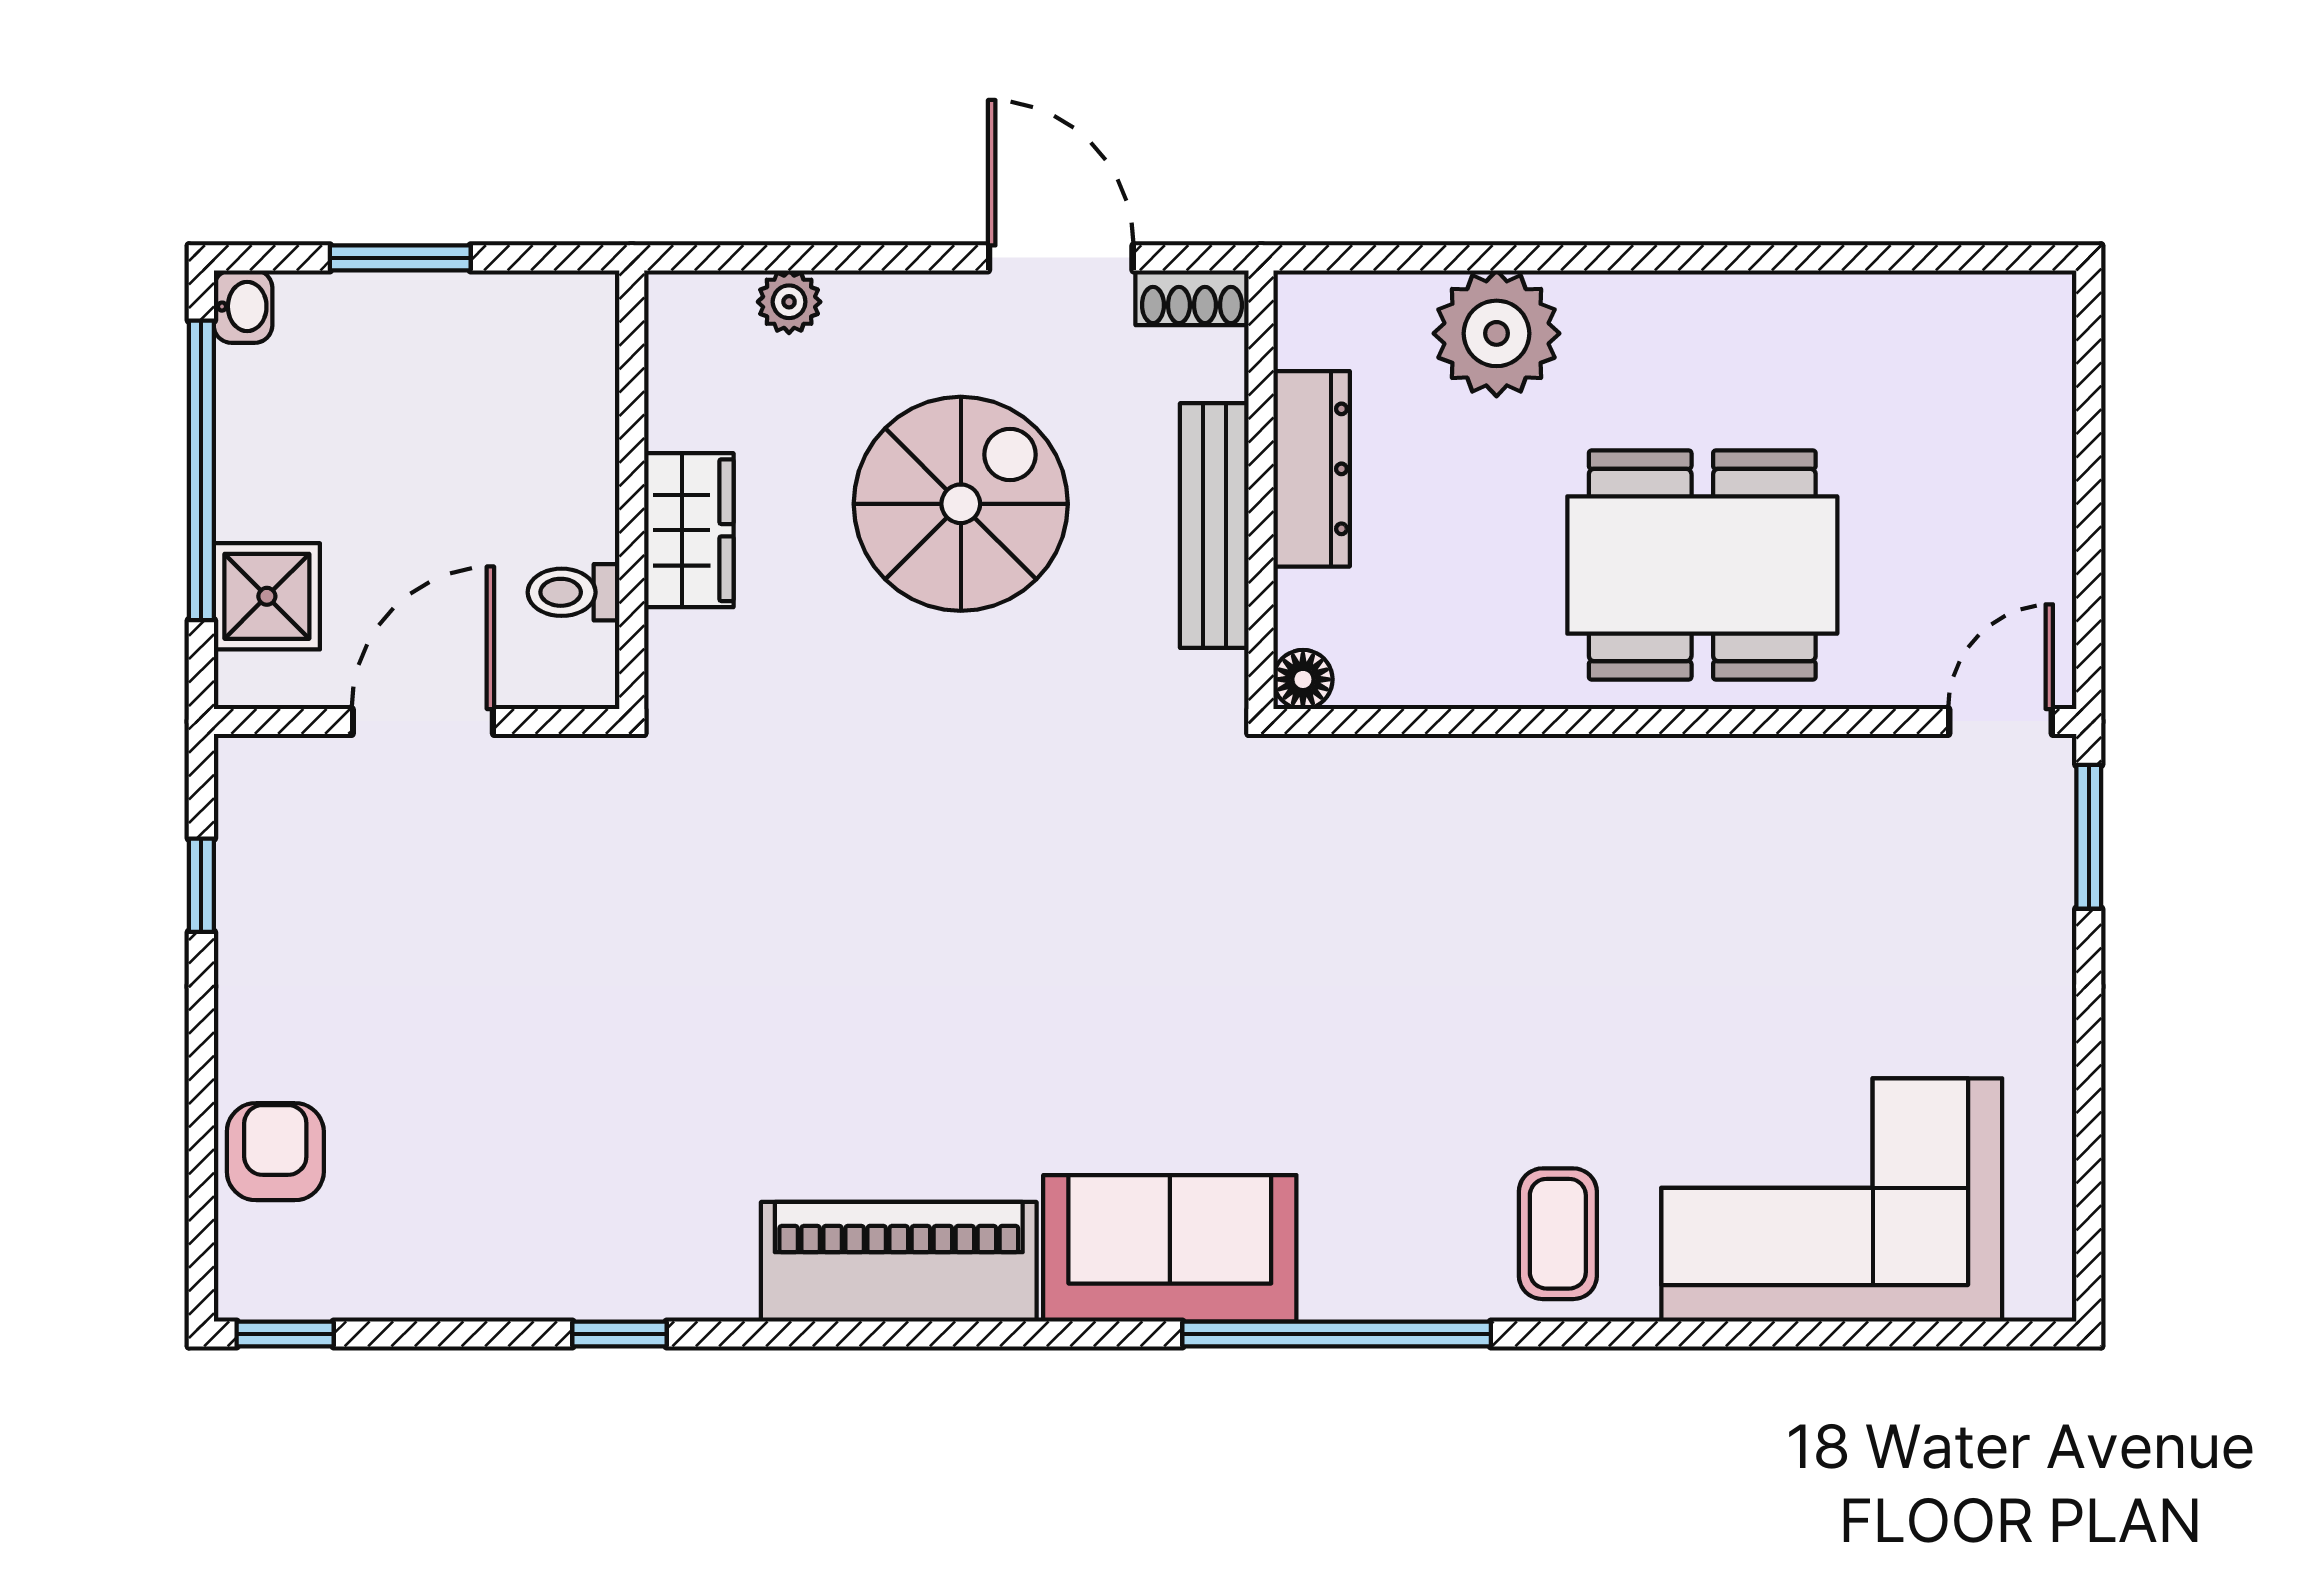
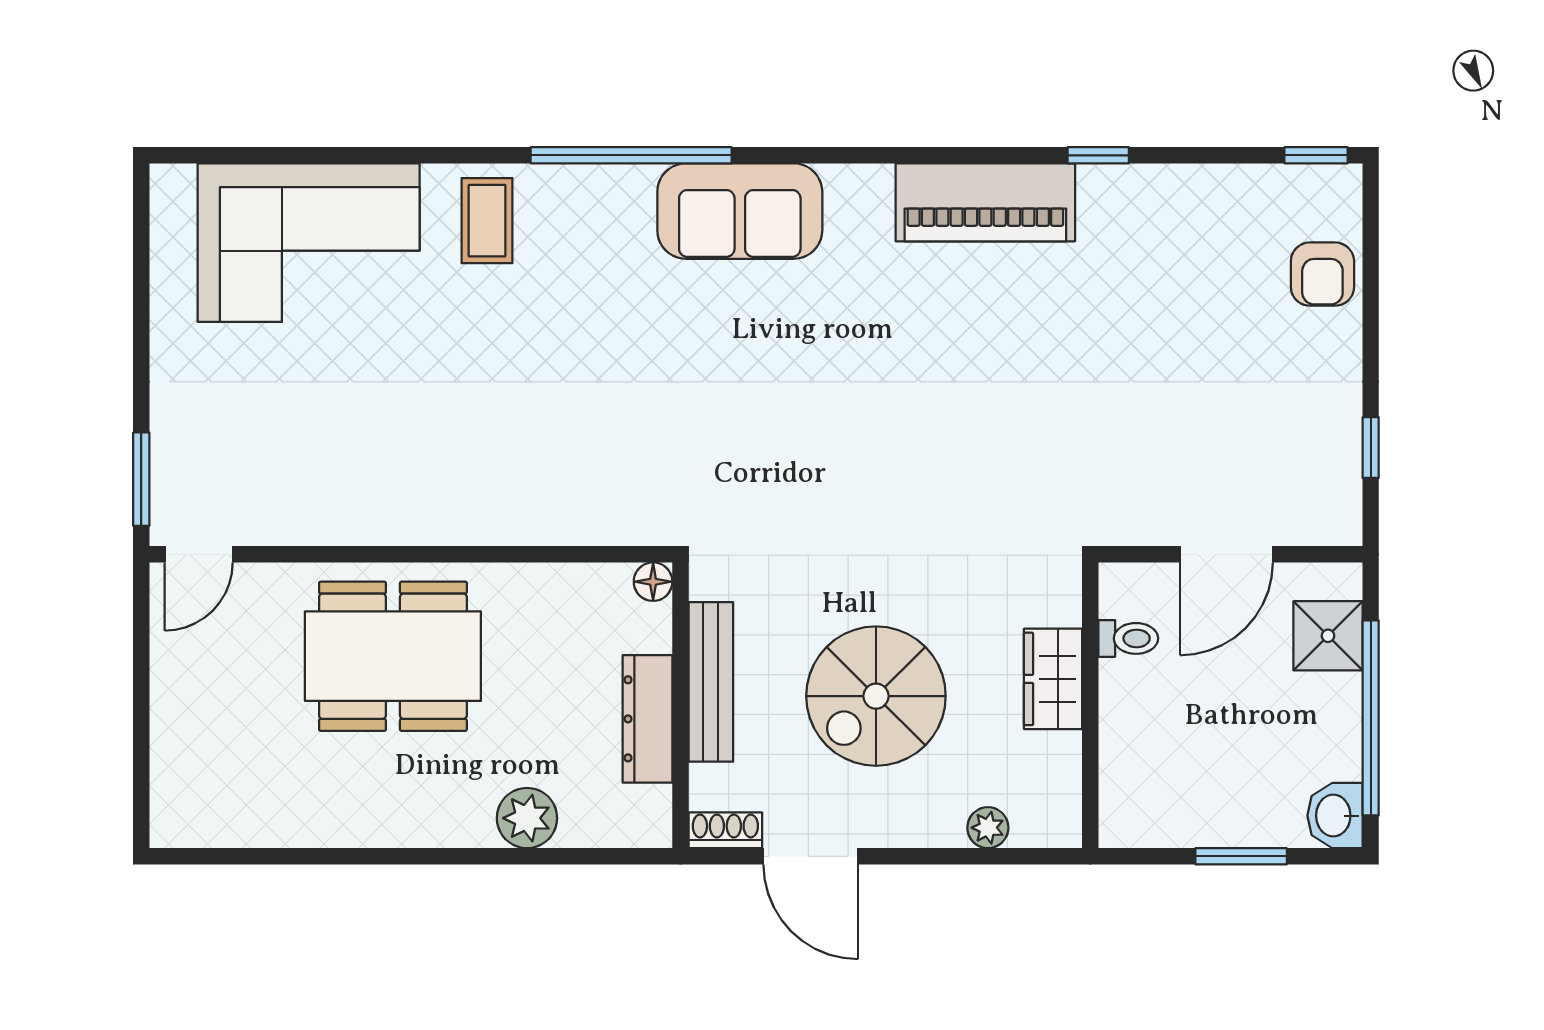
washbasin: (243, 307) -> (1335, 816), width x1.38, depth x1.45
plant: (1497, 333) -> (527, 818), width x0.73, depth x0.73
piano: (899, 1262) -> (985, 202), moved

